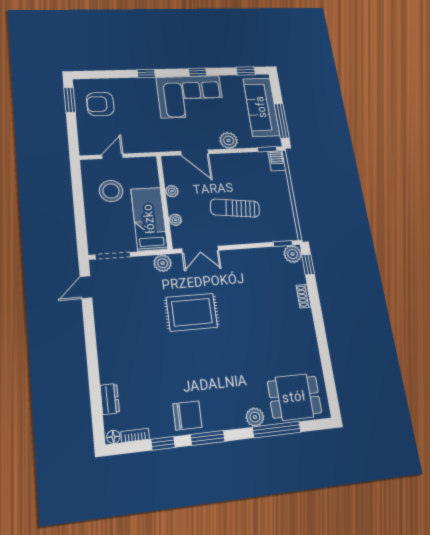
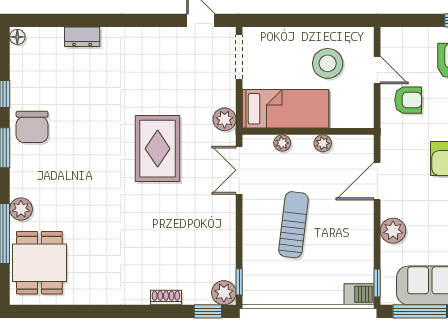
armchair: (133, 134) -> (408, 100), added
dresser: (110, 399) -> (82, 37), moved
bookcase: (135, 435) -> (16, 62), removed

